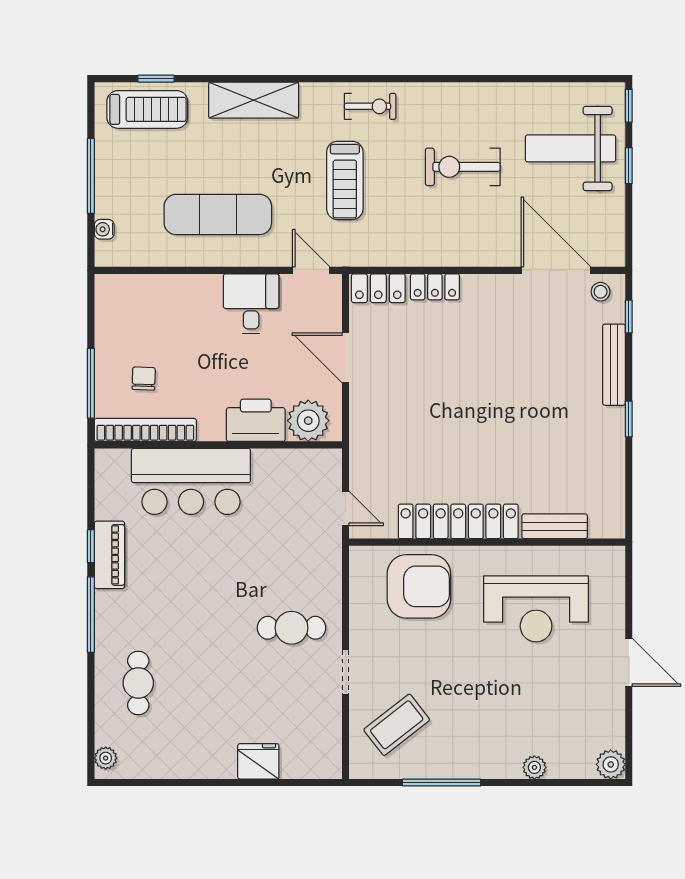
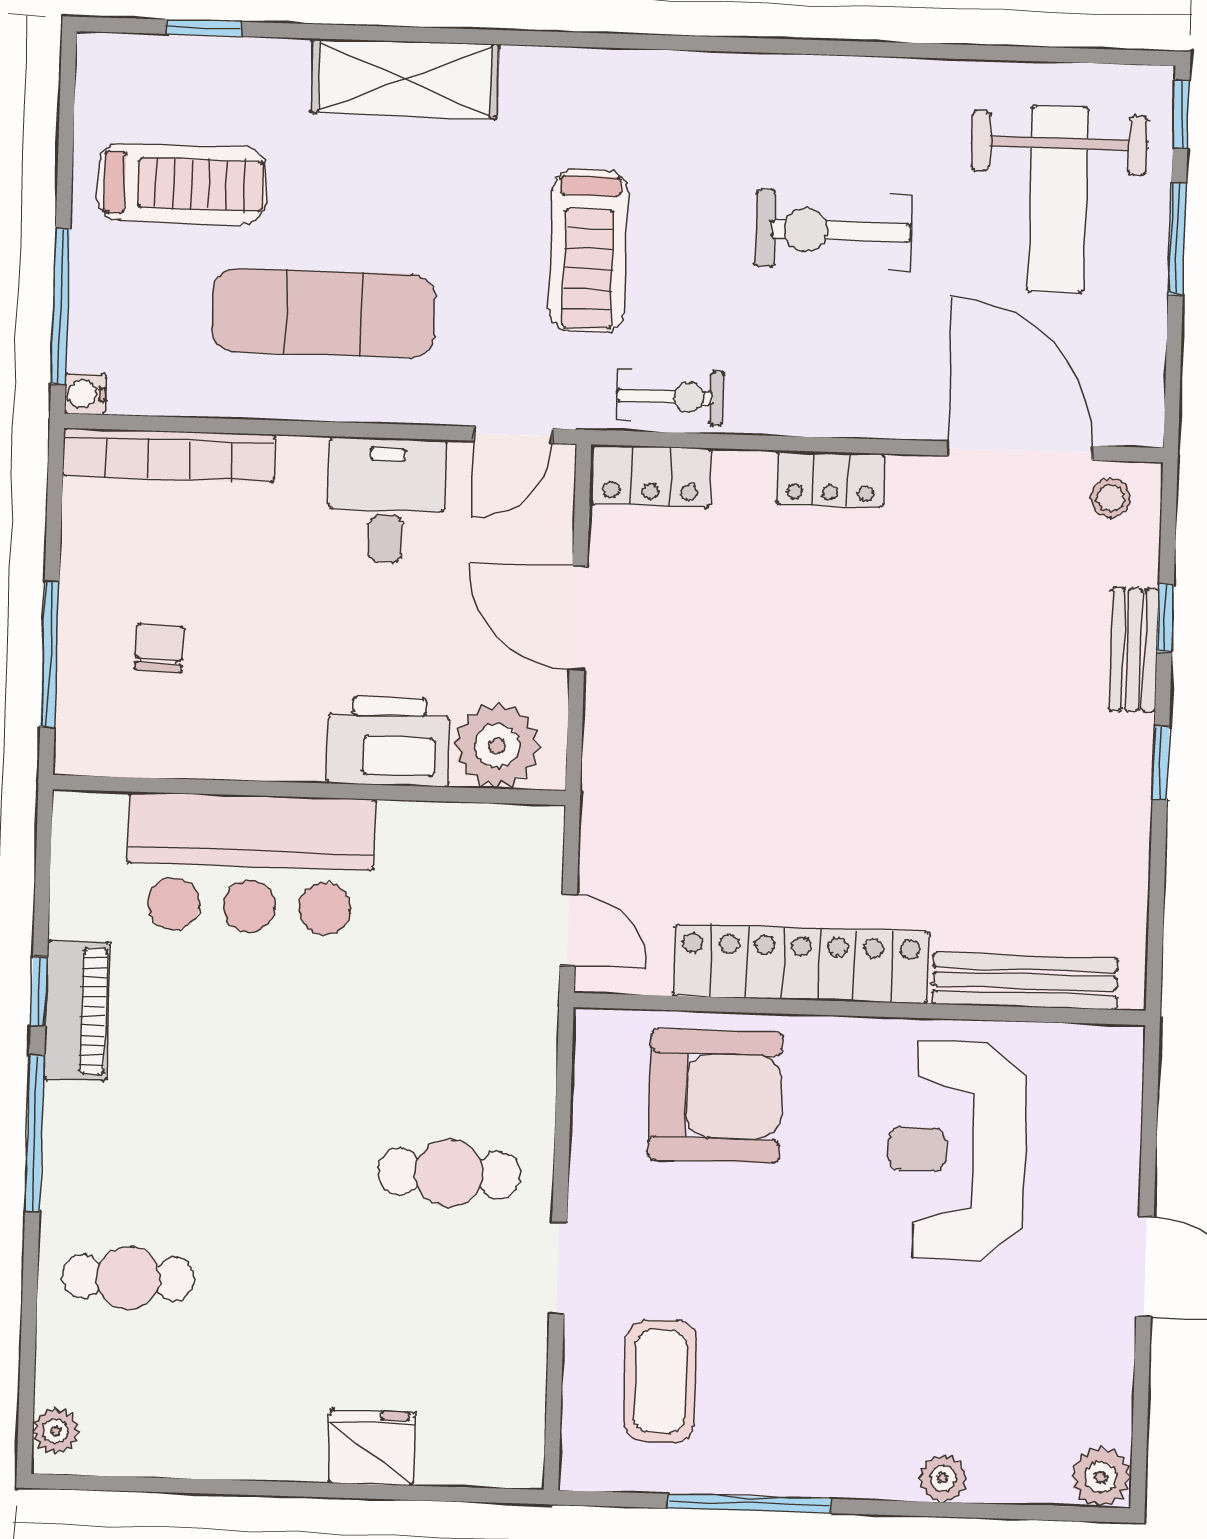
exercise bike: (370, 106) -> (670, 397), moved
treadmill: (147, 109) -> (182, 184), moved
weight bench: (571, 148) -> (1058, 199), turned -90
window: (629, 166) -> (1177, 239), width x1.50
window: (91, 176) -> (61, 306), moved
water cooler: (104, 229) -> (85, 394), moved
door: (311, 270) -> (513, 435), swing flipped
locker: (435, 287) -> (830, 479), moved
window: (629, 317) -> (1165, 618), moved
bench: (614, 365) -> (1134, 650), width x0.73
bookcase: (145, 430) -> (169, 455), moved, turned 180
bench: (555, 526) -> (1025, 981), width x1.36
reception desk: (536, 609) -> (956, 1150), turned 90
cafe table: (138, 683) -> (128, 1278), turned 90
coffee table: (397, 725) -> (660, 1381), turned -52

